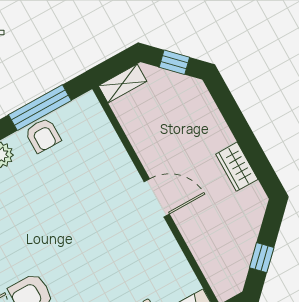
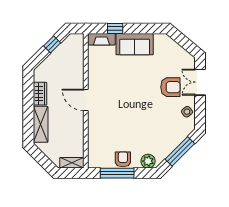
window: (174, 62) -> (42, 159), removed
shelving: (208, 118) -> (41, 124), added

